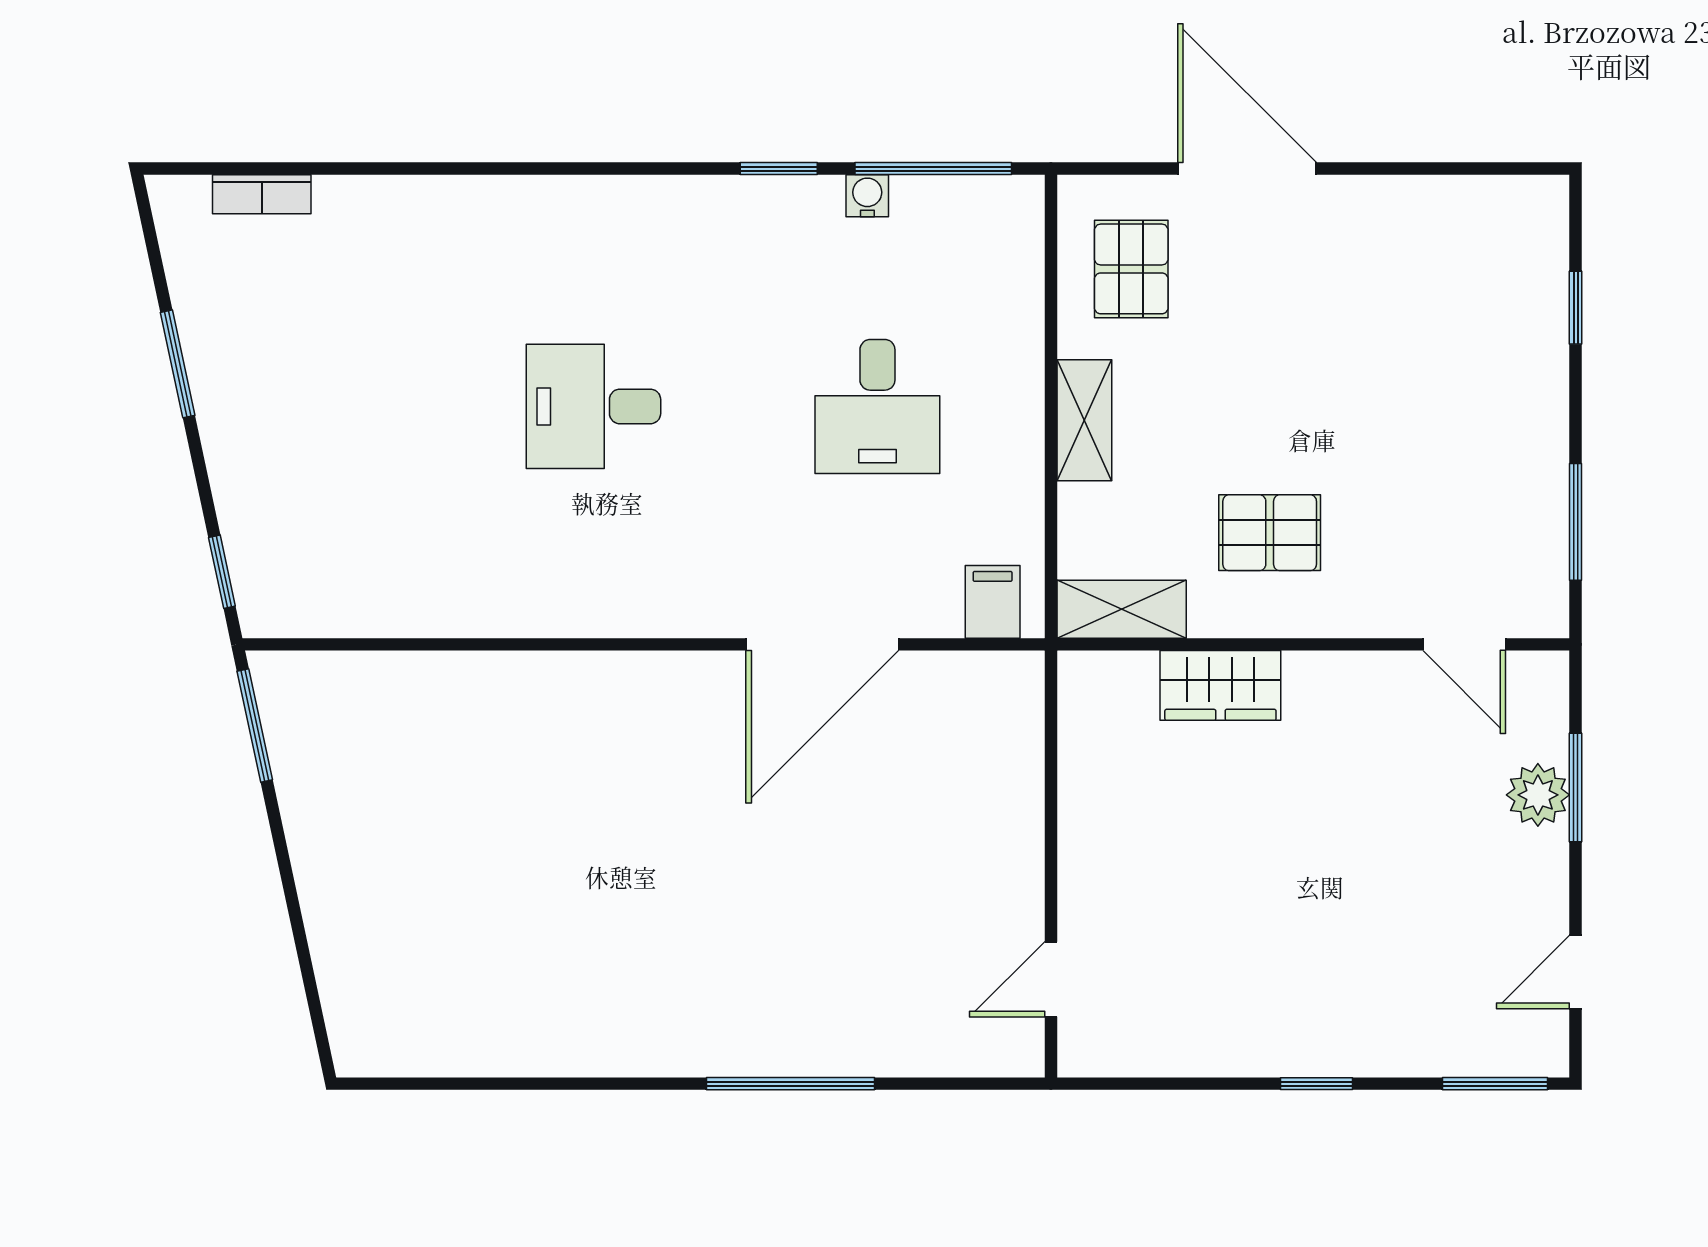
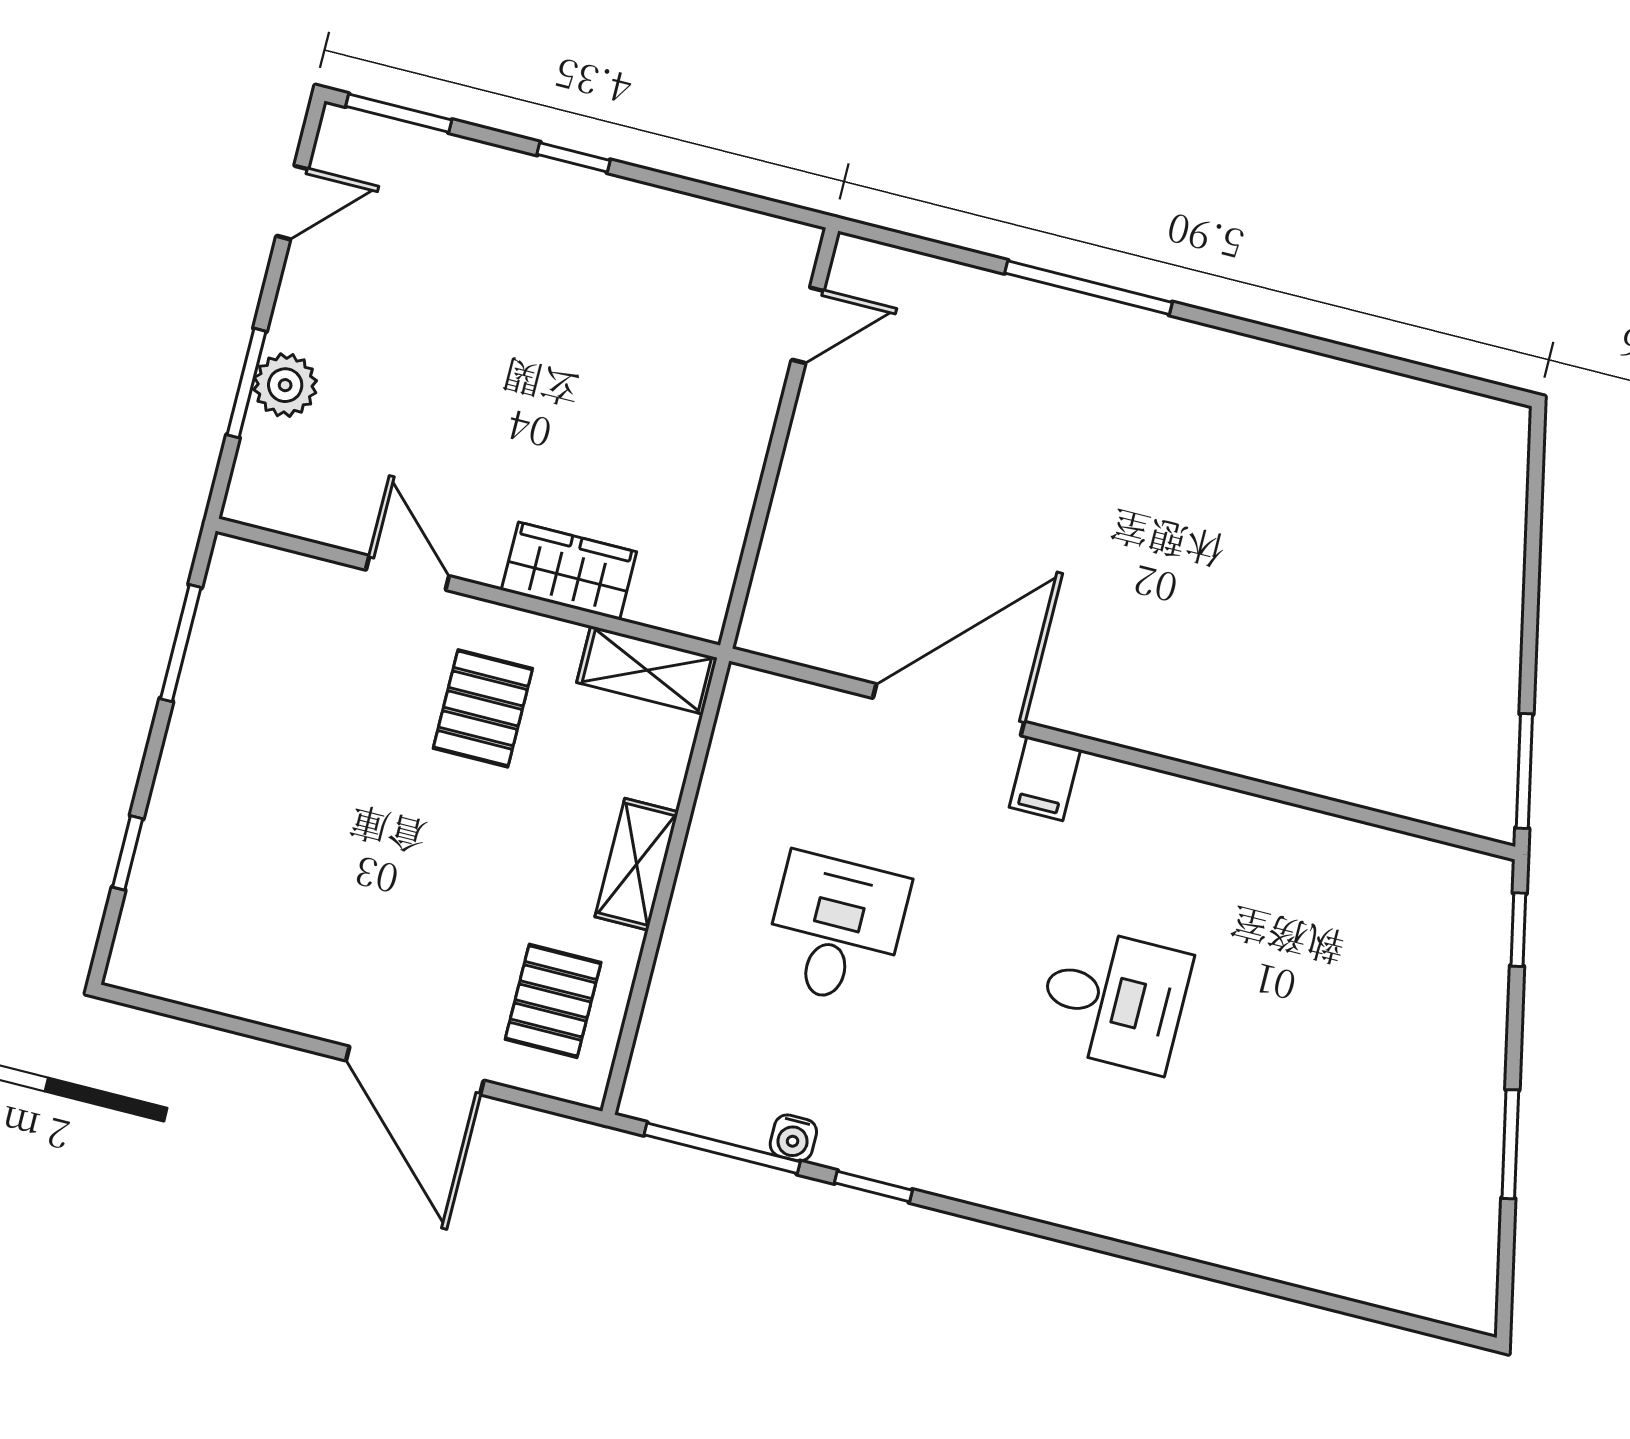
bookcase: (262, 194) -> (1386, 1289), removed
pallet: (1270, 533) -> (483, 708), turned 90
filing cabinet: (993, 602) -> (1045, 778), moved
door: (1464, 644) -> (408, 573), moved

